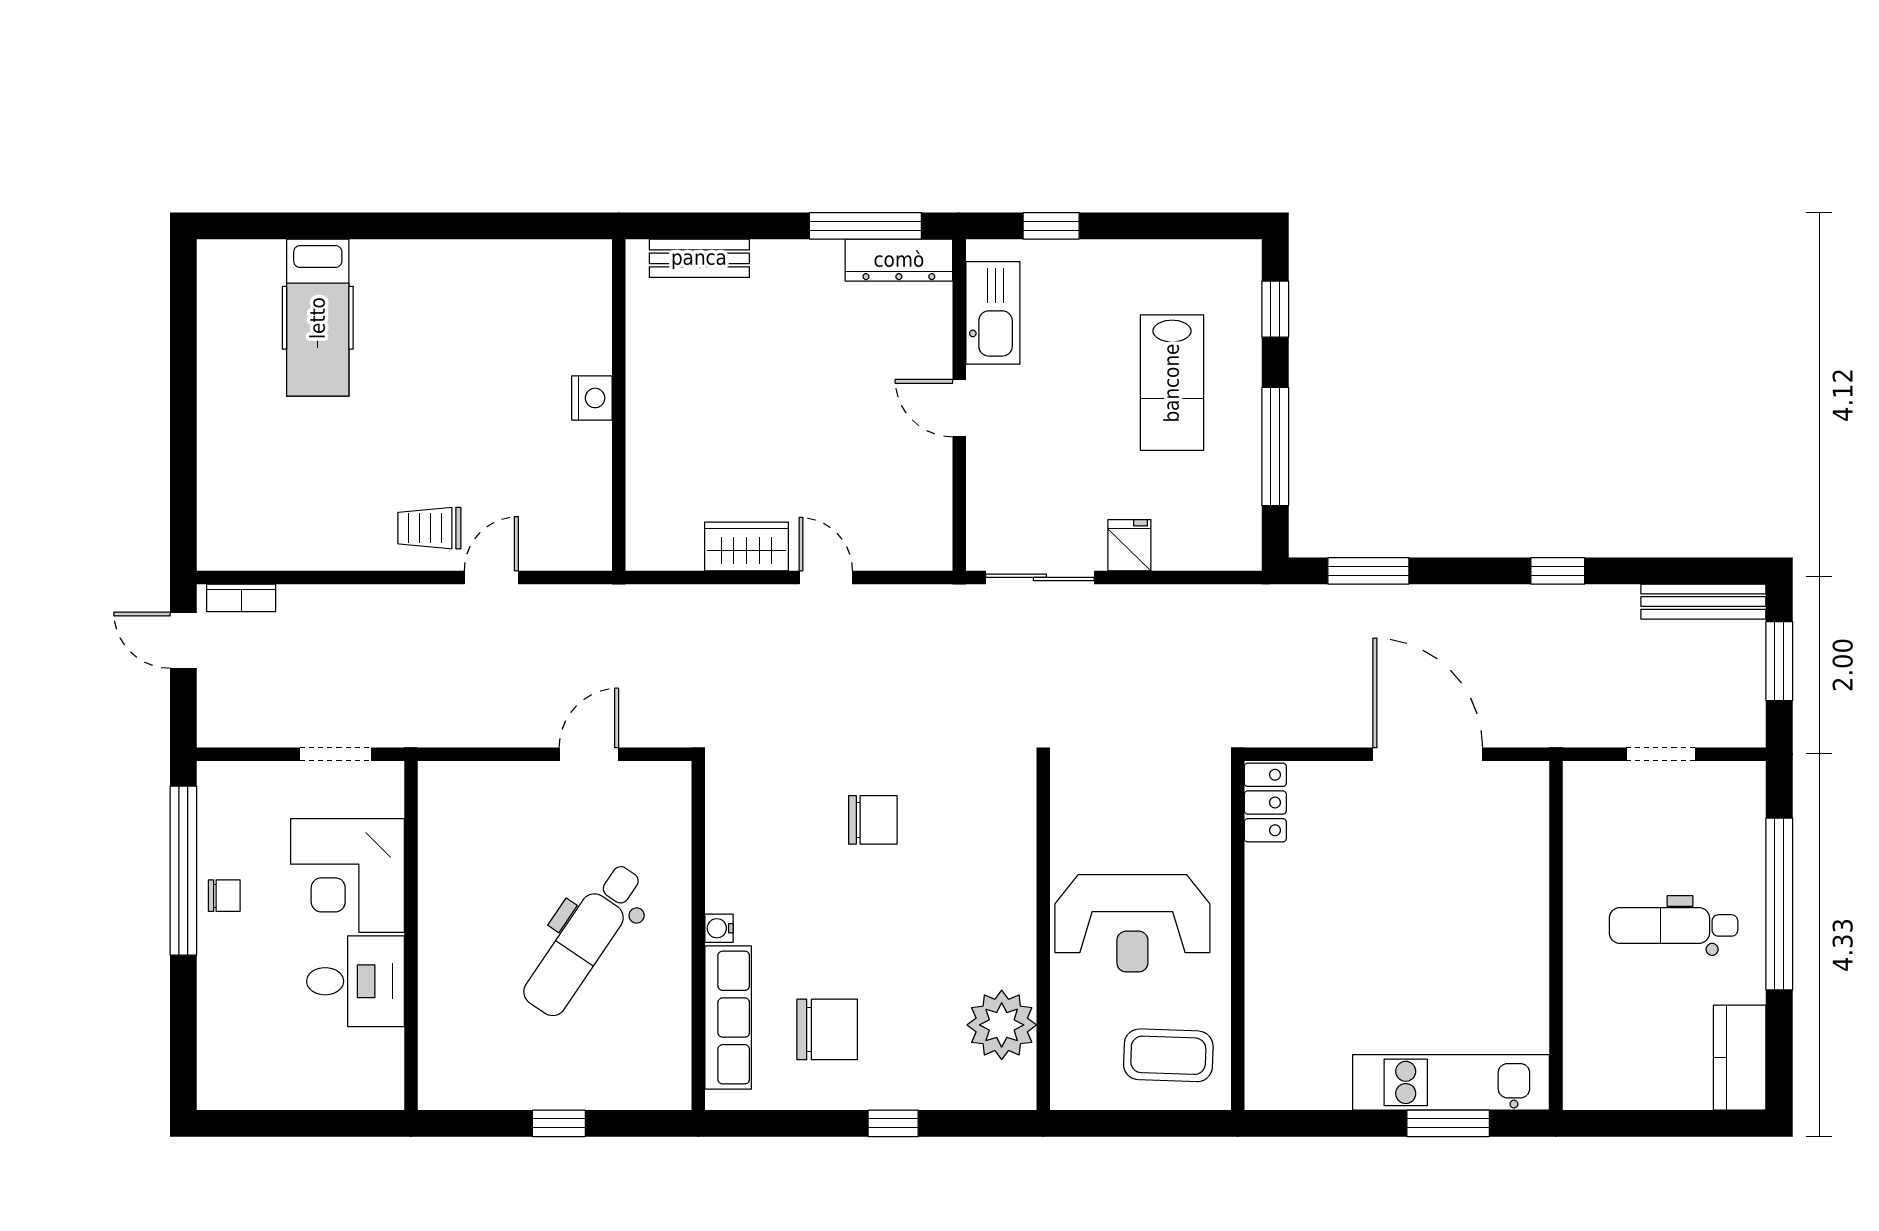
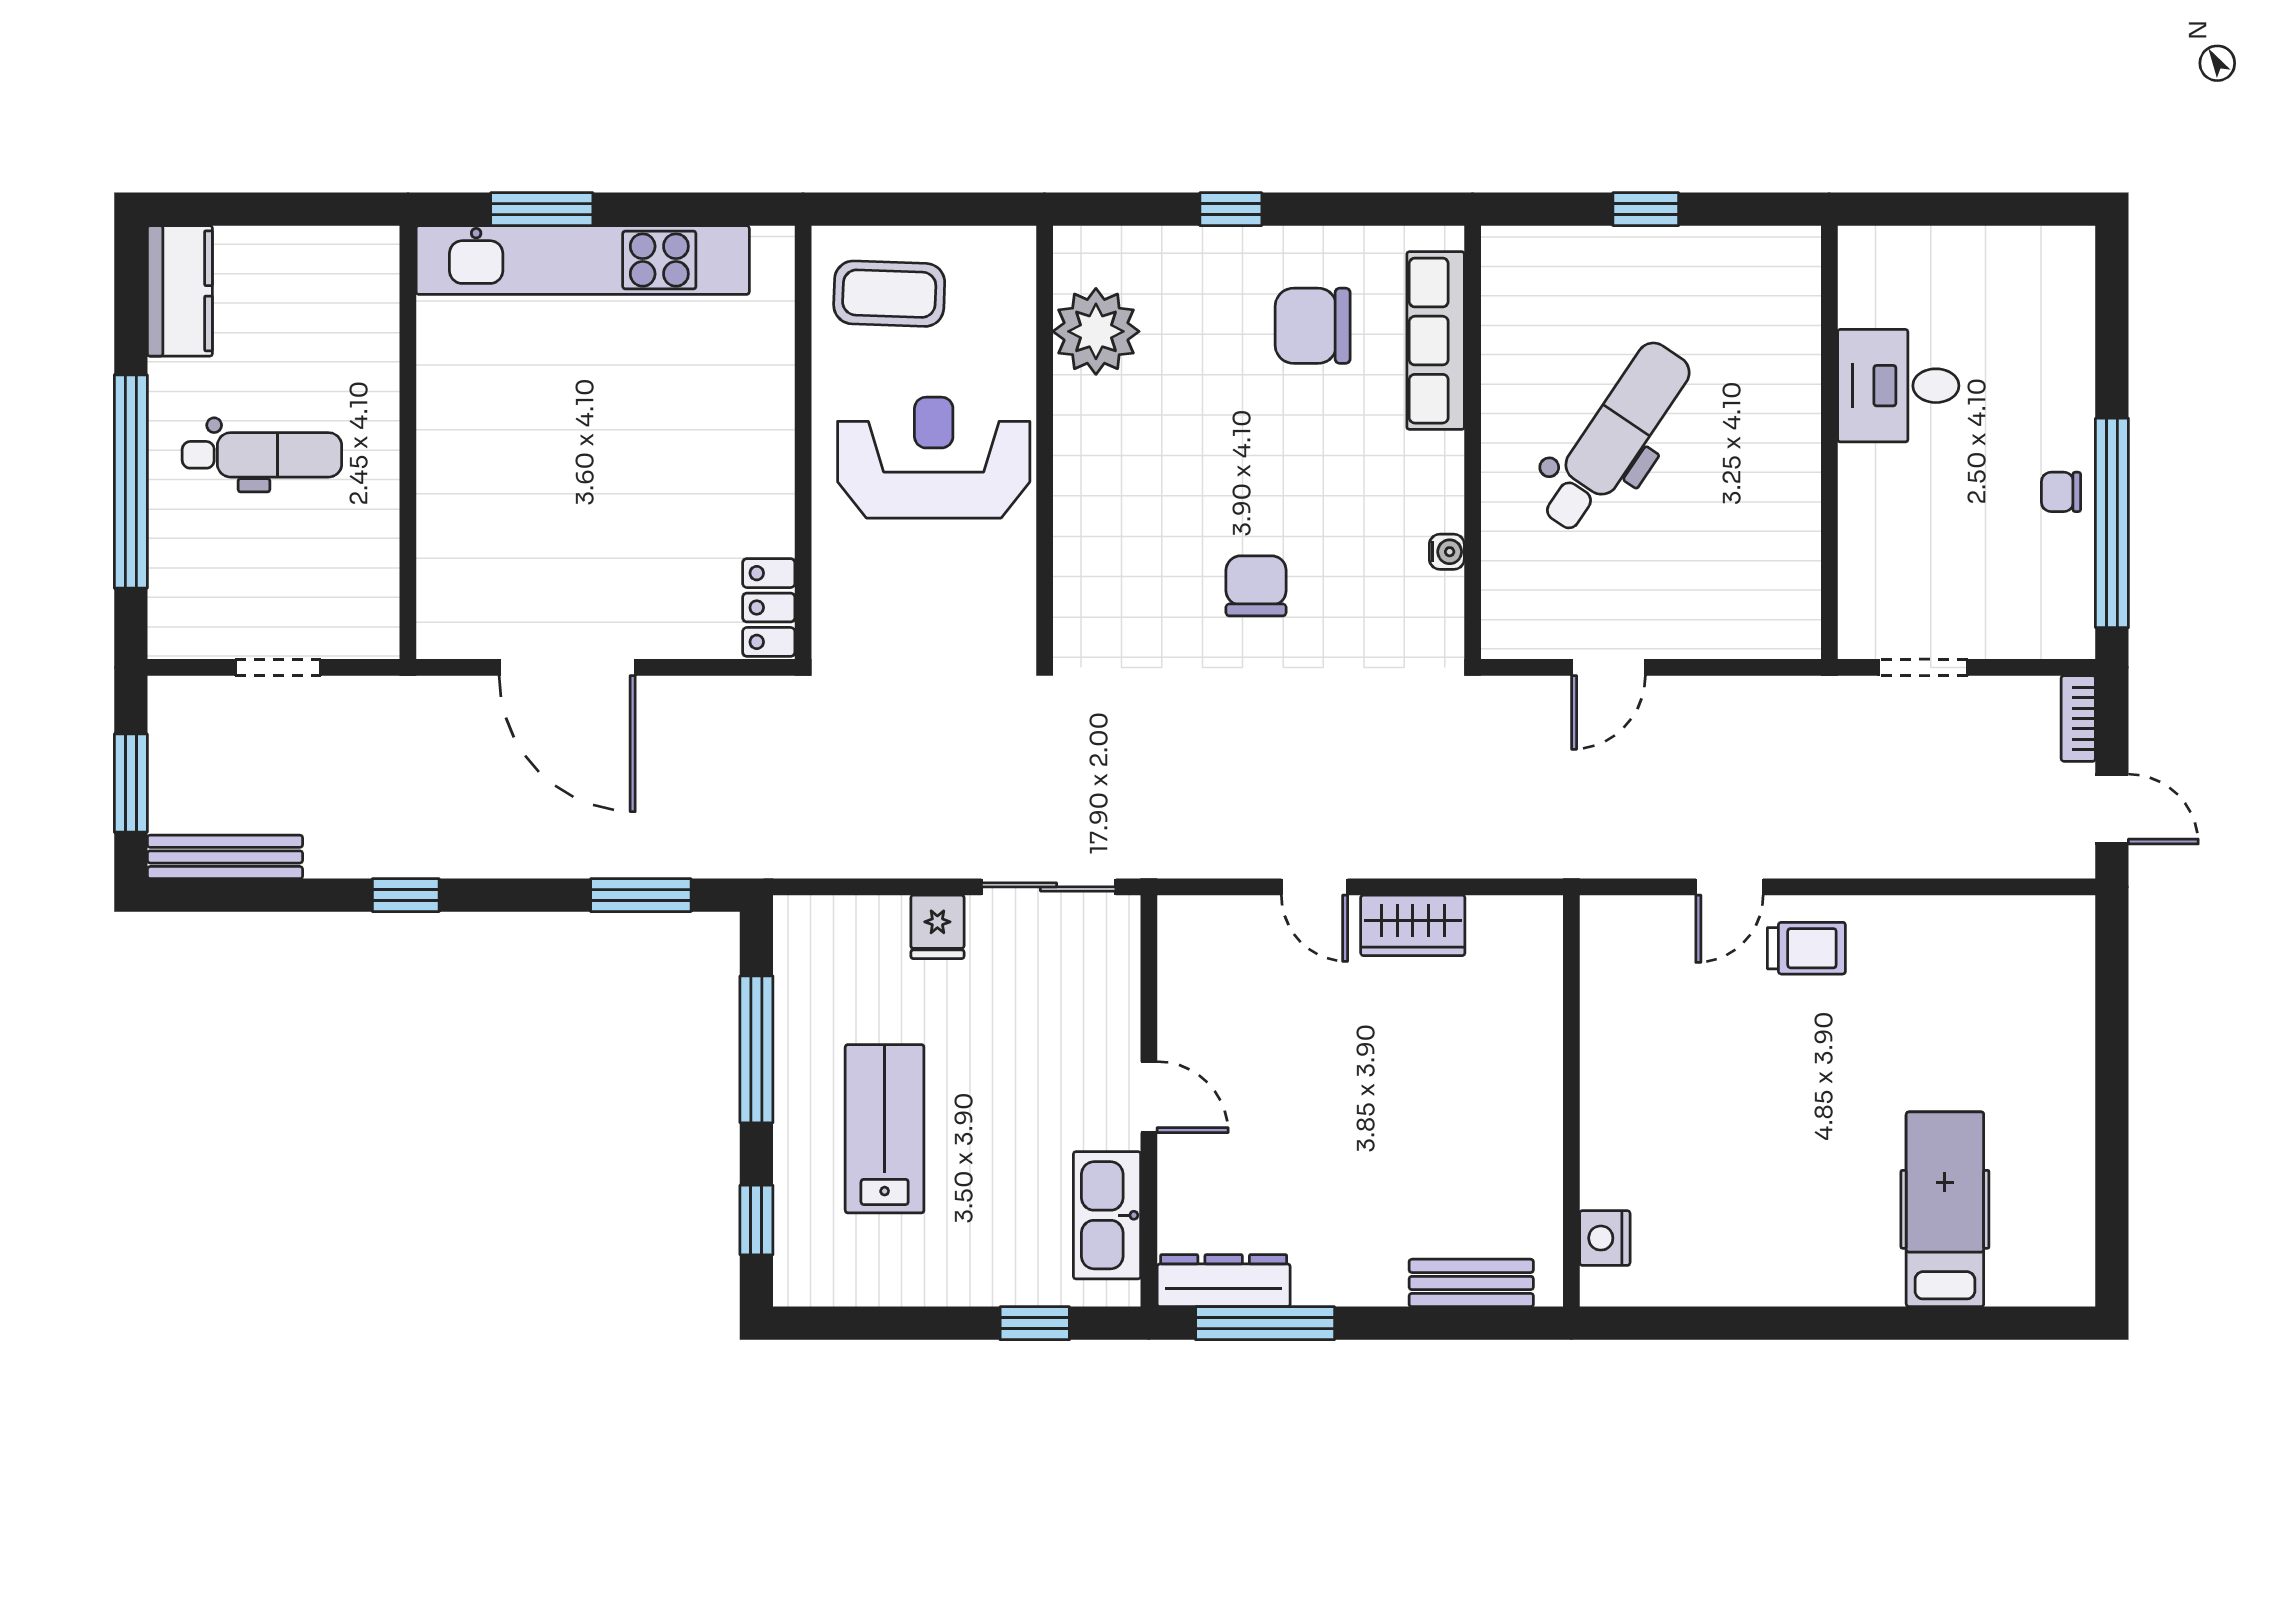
nightstand: (592, 398) -> (1605, 1238), moved
bookcase: (241, 598) -> (2078, 718), moved, turned -90
chair: (873, 820) -> (1256, 586), turned 90
corner desk: (348, 876) -> (1908, 517), removed
water cooler: (719, 928) -> (1447, 552), moved
kitchen unit: (1451, 1082) -> (583, 260), width x1.36

